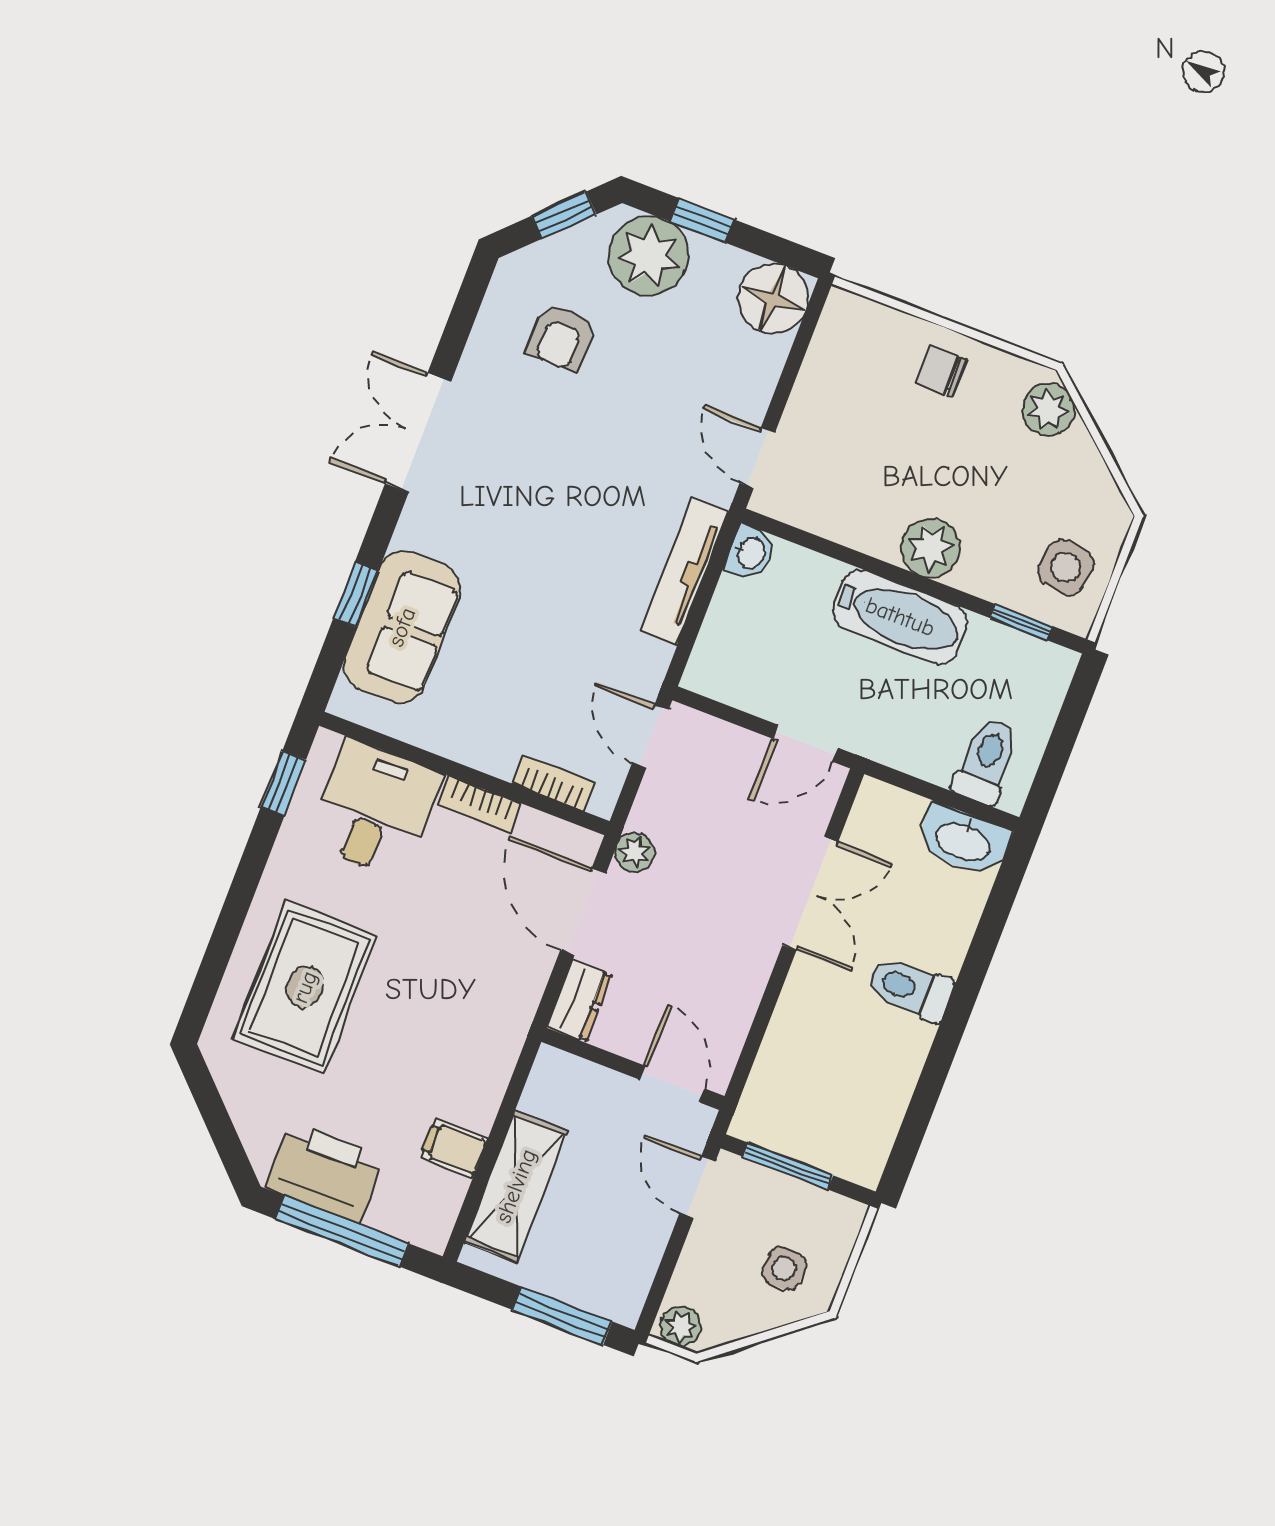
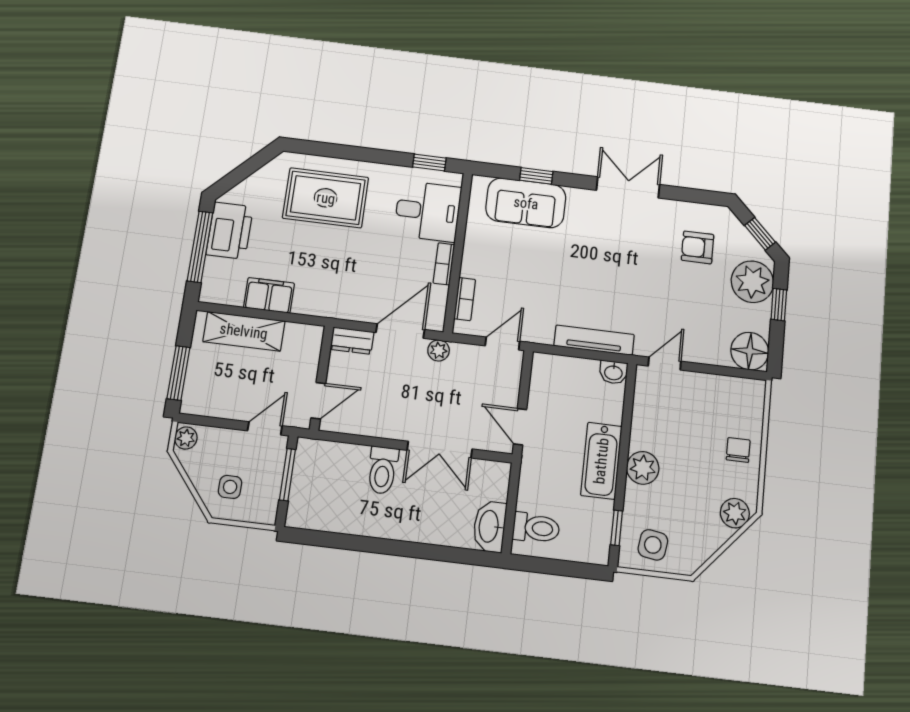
toilet: (910, 989) -> (383, 470), moved, turned 180
filing cabinet: (454, 1148) -> (269, 295), width x2.00

